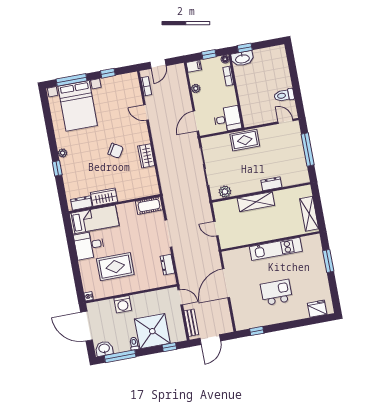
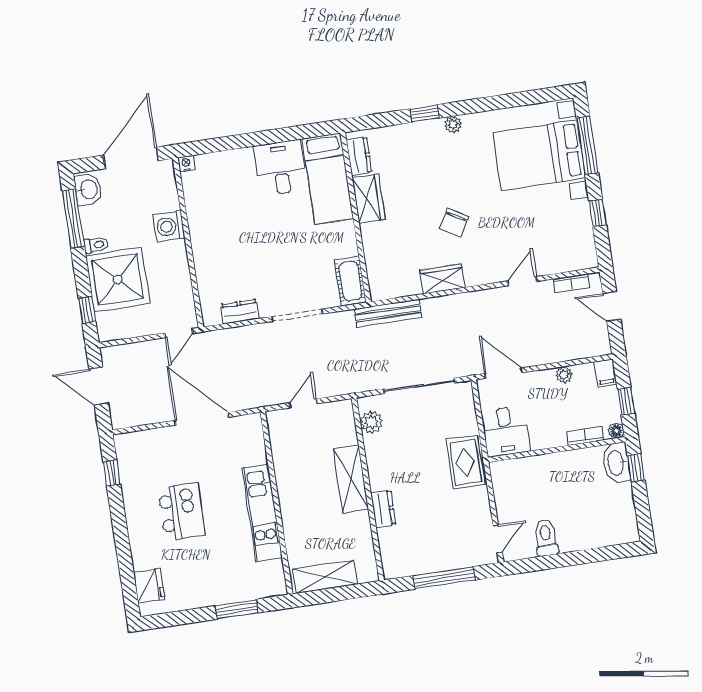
rug: (115, 267) -> (239, 215), removed
bench: (191, 323) -> (388, 313), moved, width x1.36

